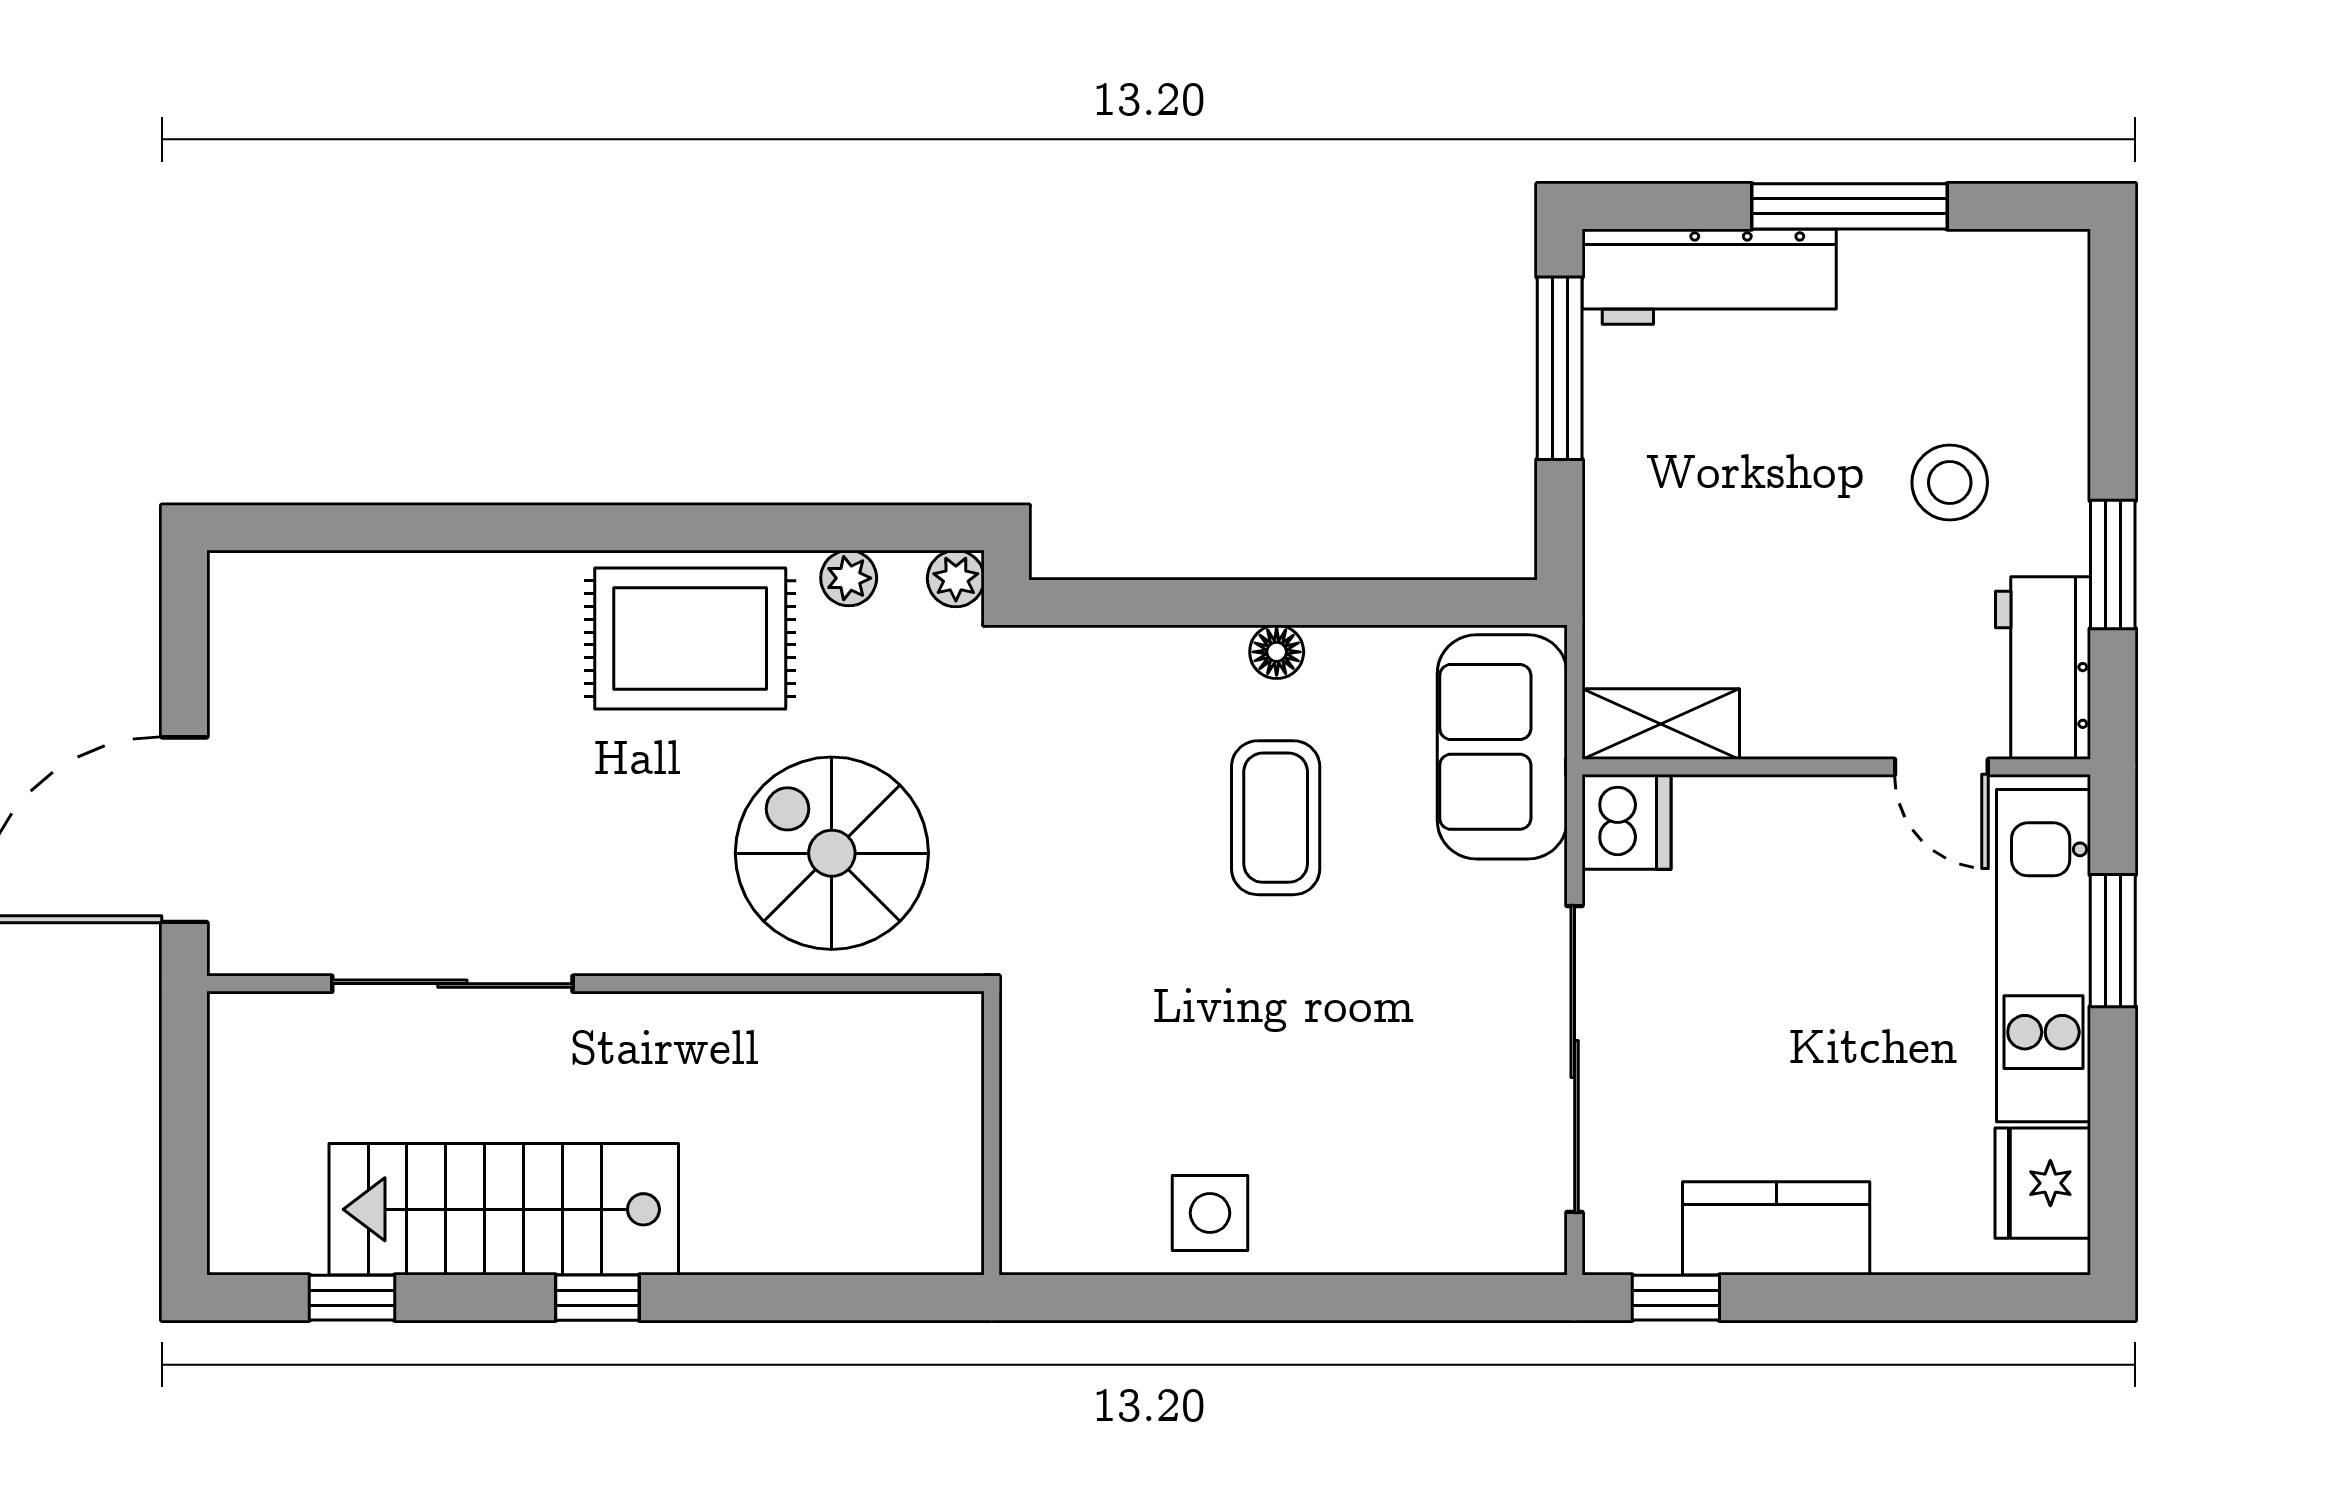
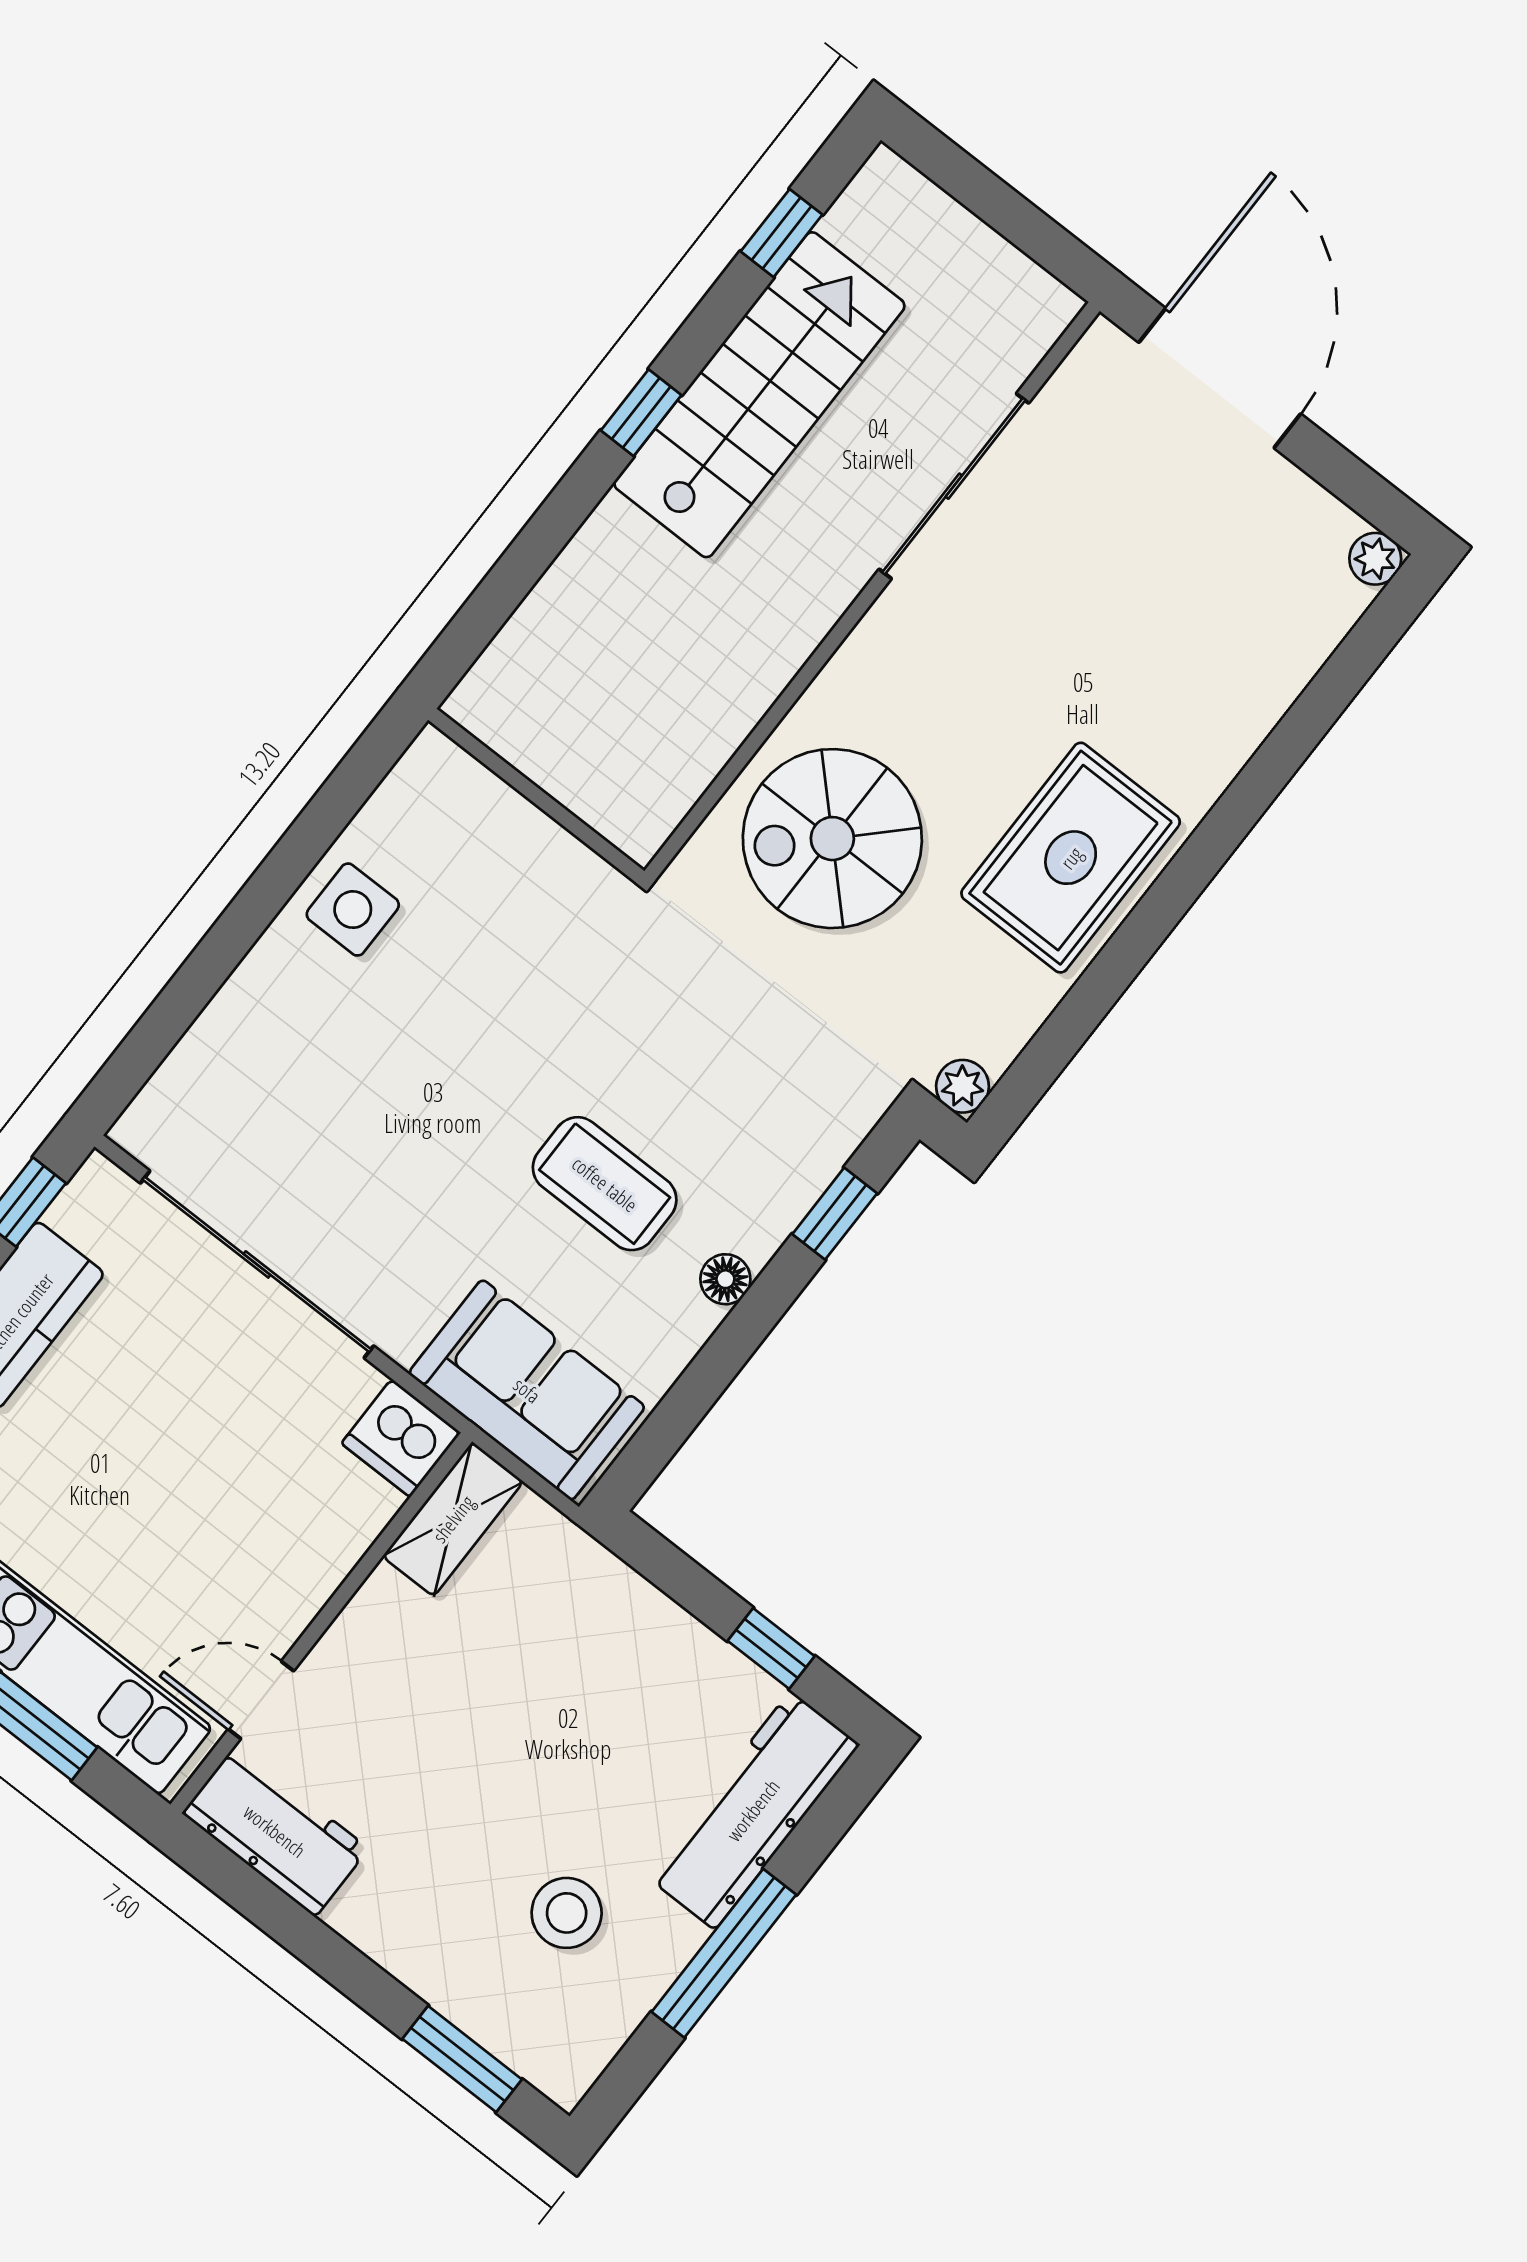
window: (1560, 368) -> (771, 1648), width x0.46
stool: (1950, 483) -> (567, 1913), moved
window: (2113, 565) -> (462, 2059), moved
plant: (849, 578) -> (1375, 559), moved
window: (1149, 603) -> (835, 1214), added
spiral stairs: (832, 853) -> (832, 839), turned 180

